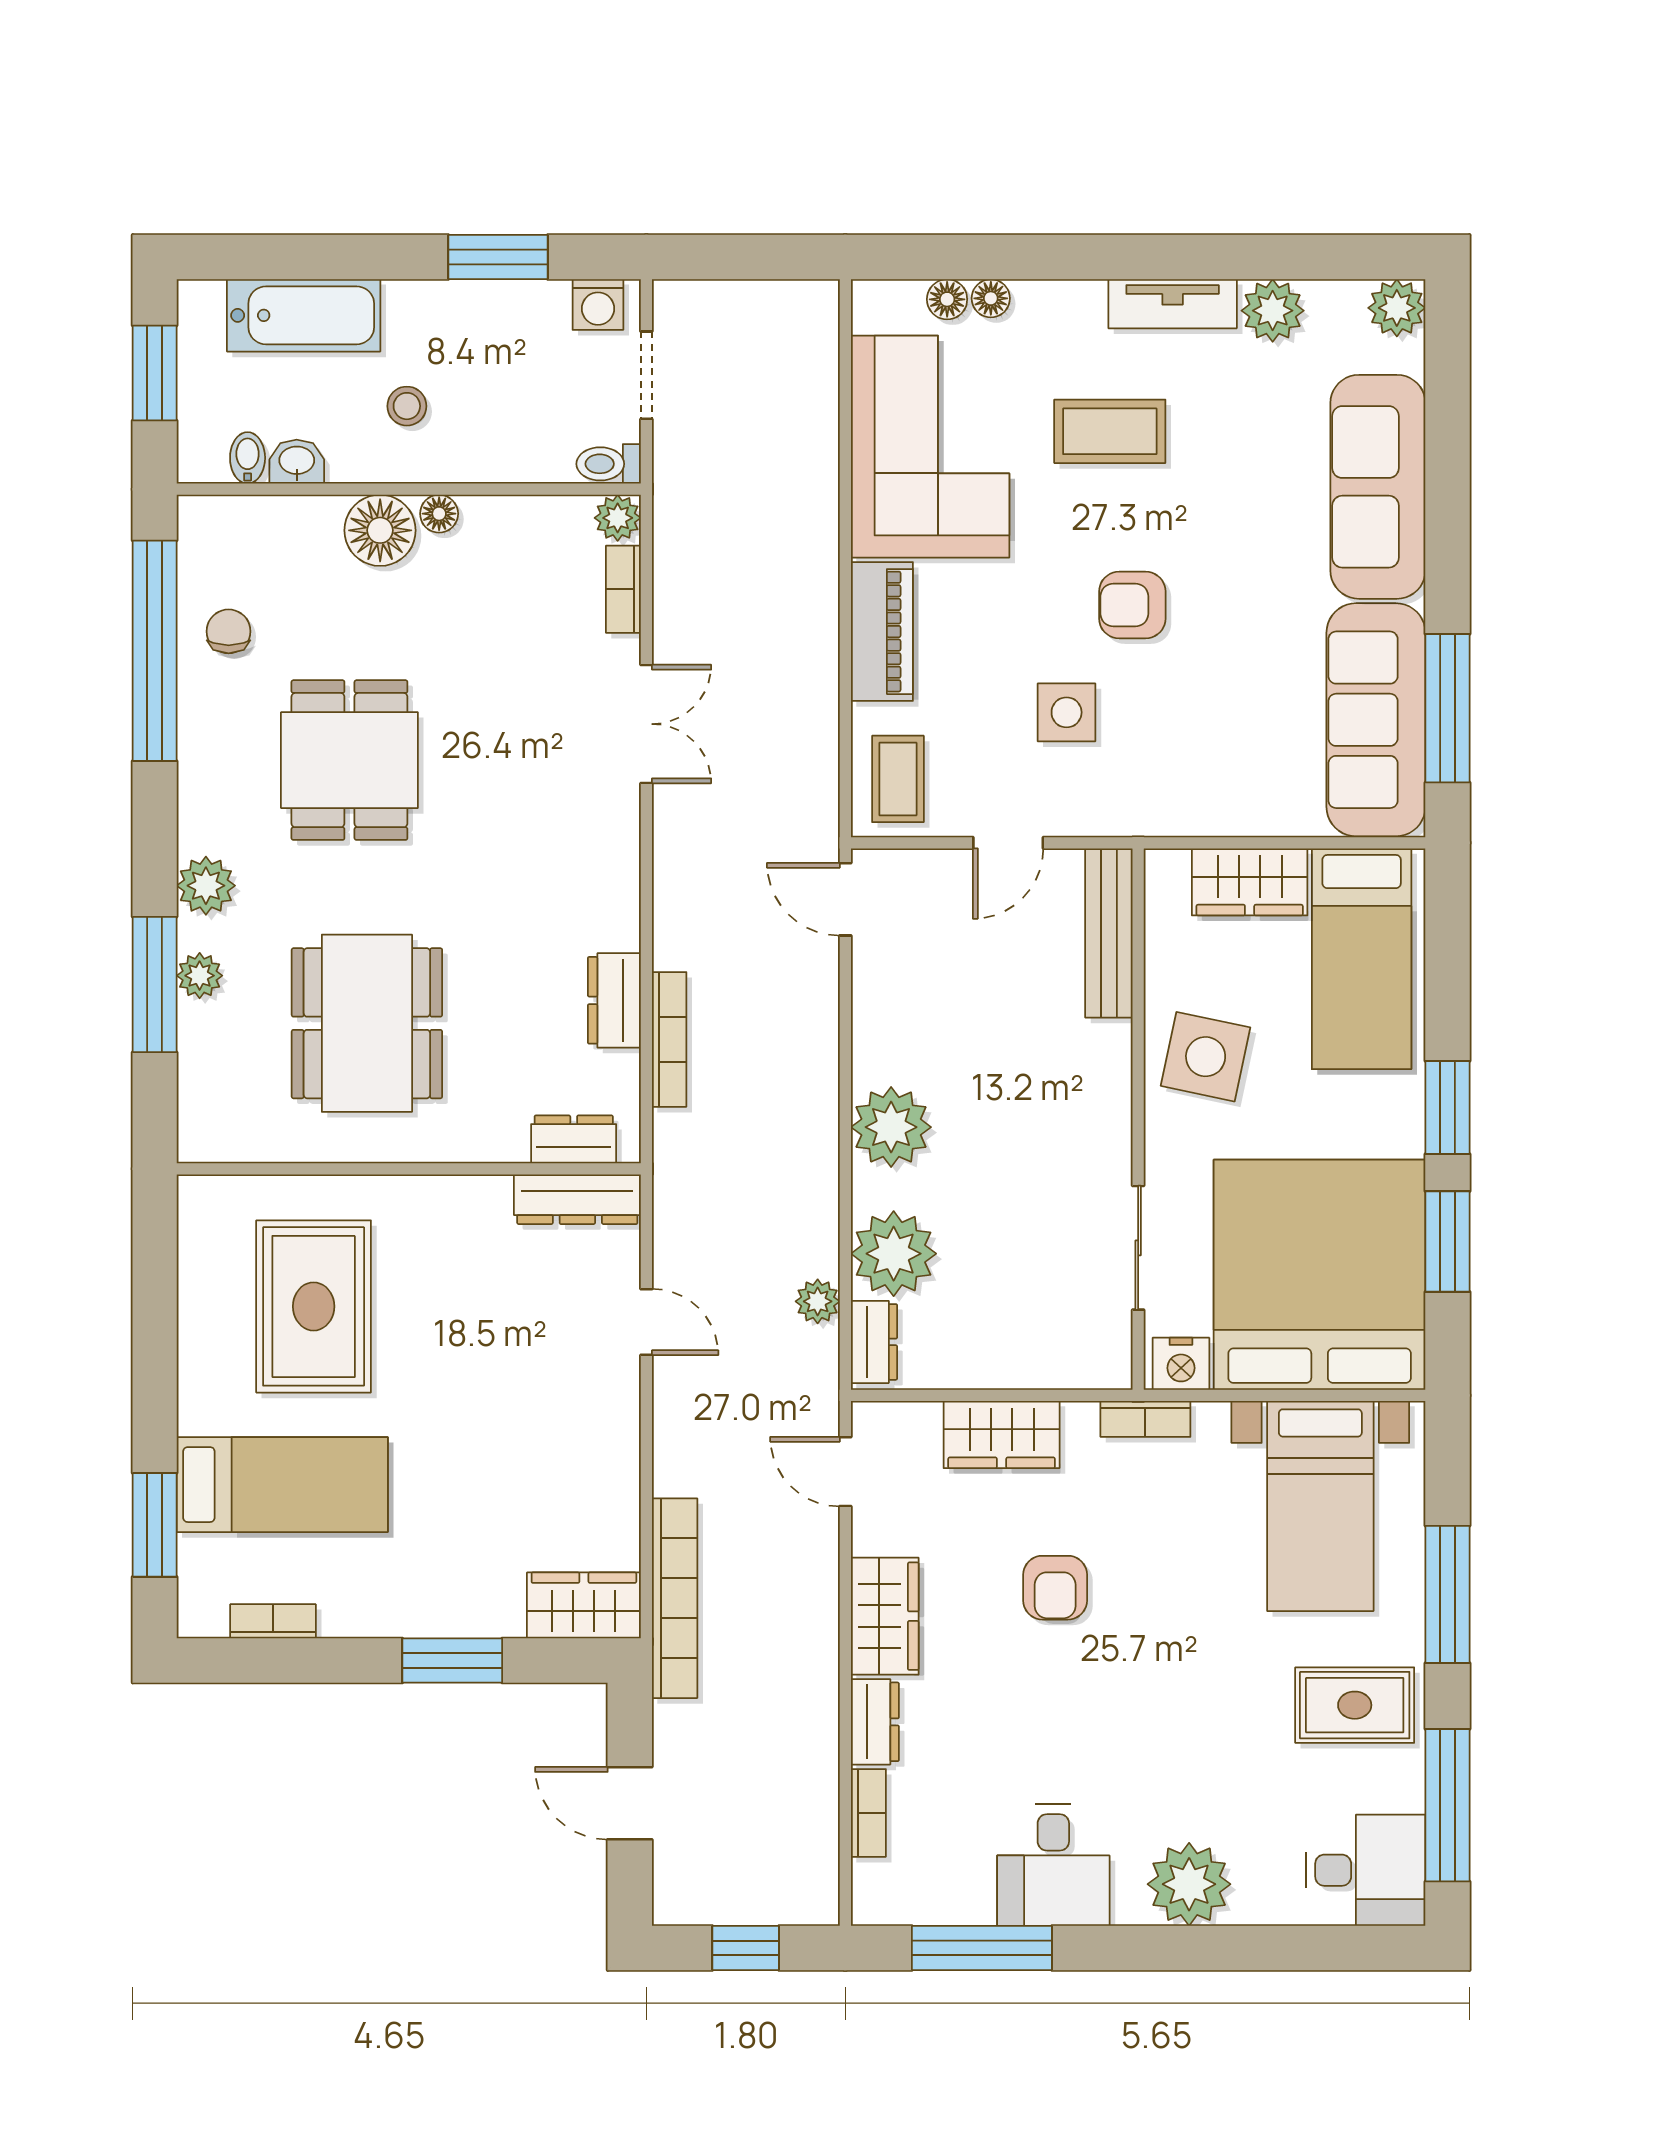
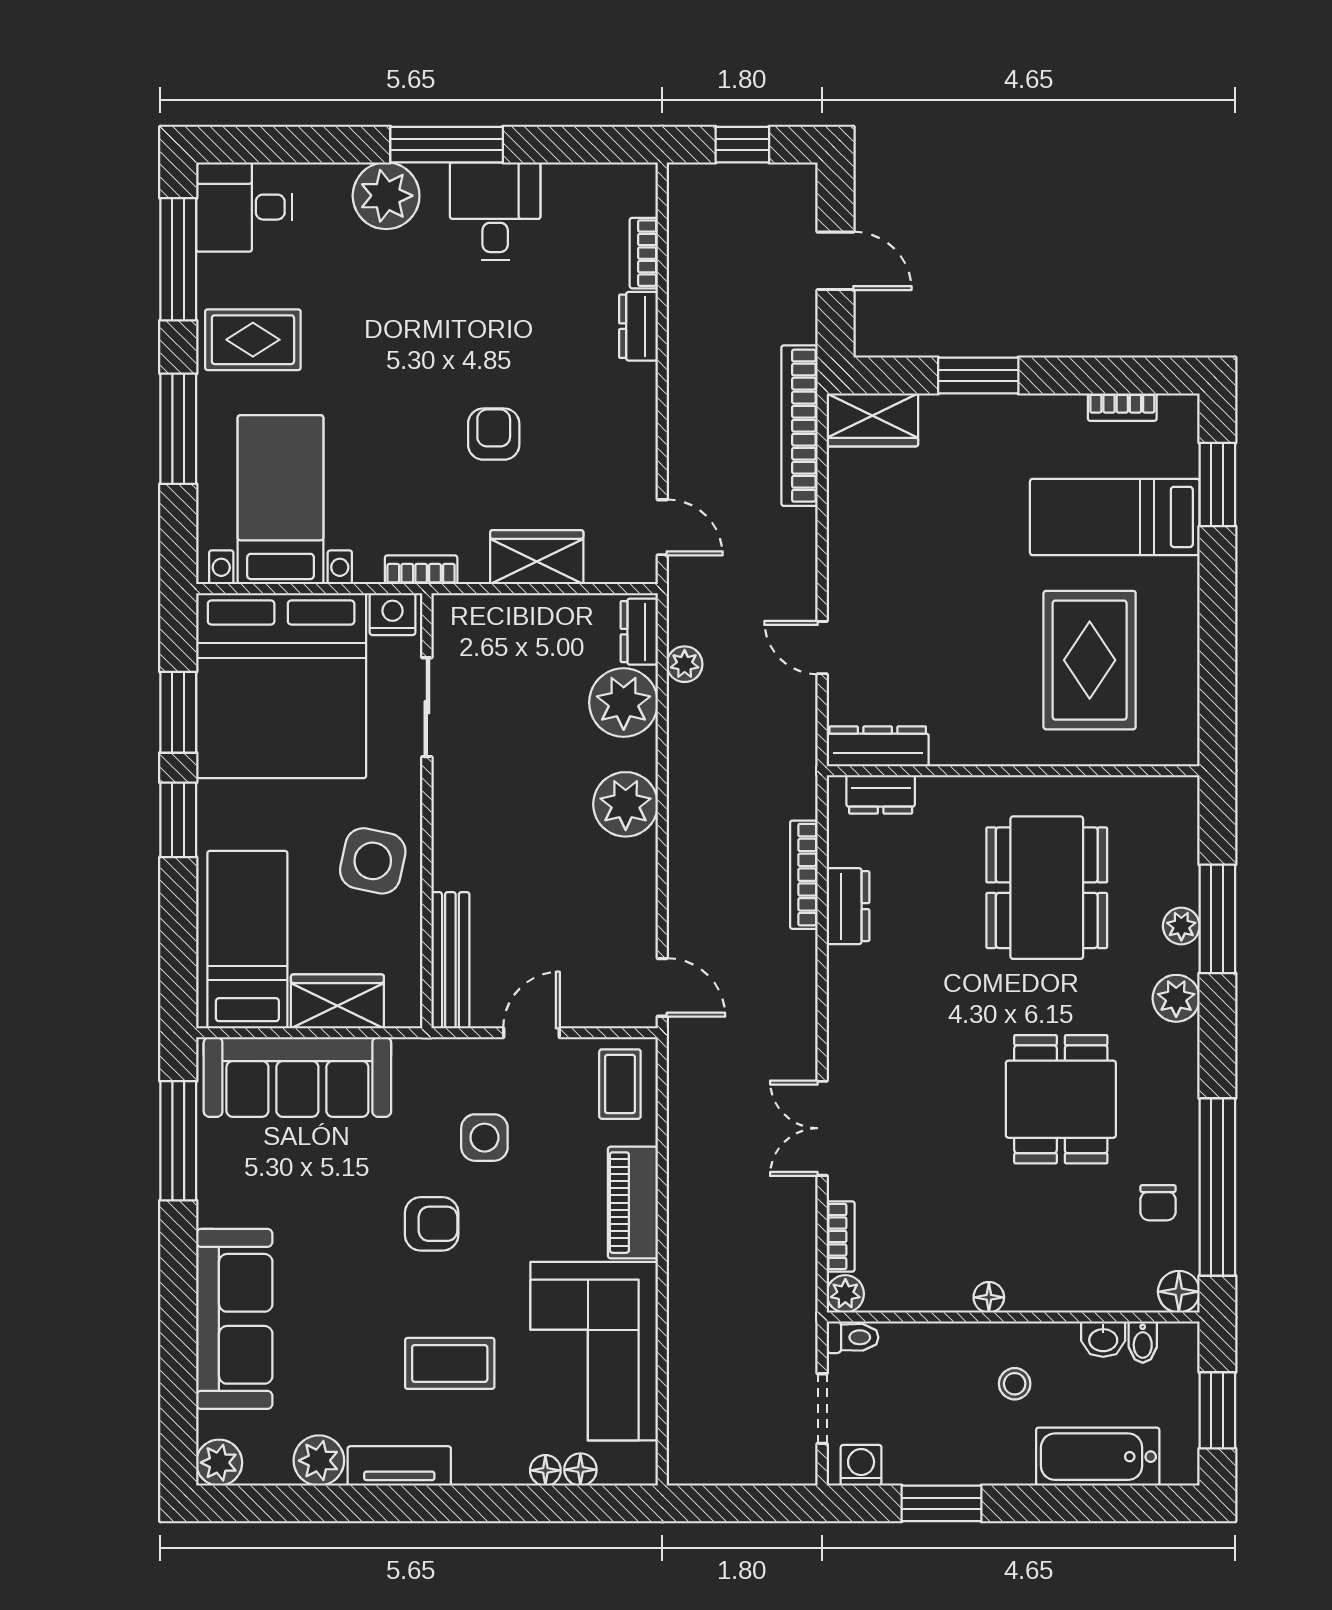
floor lamp: (380, 530) -> (1179, 1292), moved, width x0.73, depth x0.73
sofa: (1376, 720) -> (297, 1077), moved, turned 90
wardrobe: (885, 1616) -> (631, 411), removed
window: (982, 1948) -> (447, 145), moved

